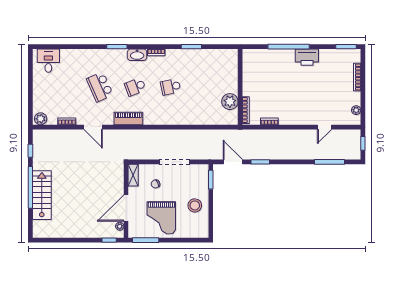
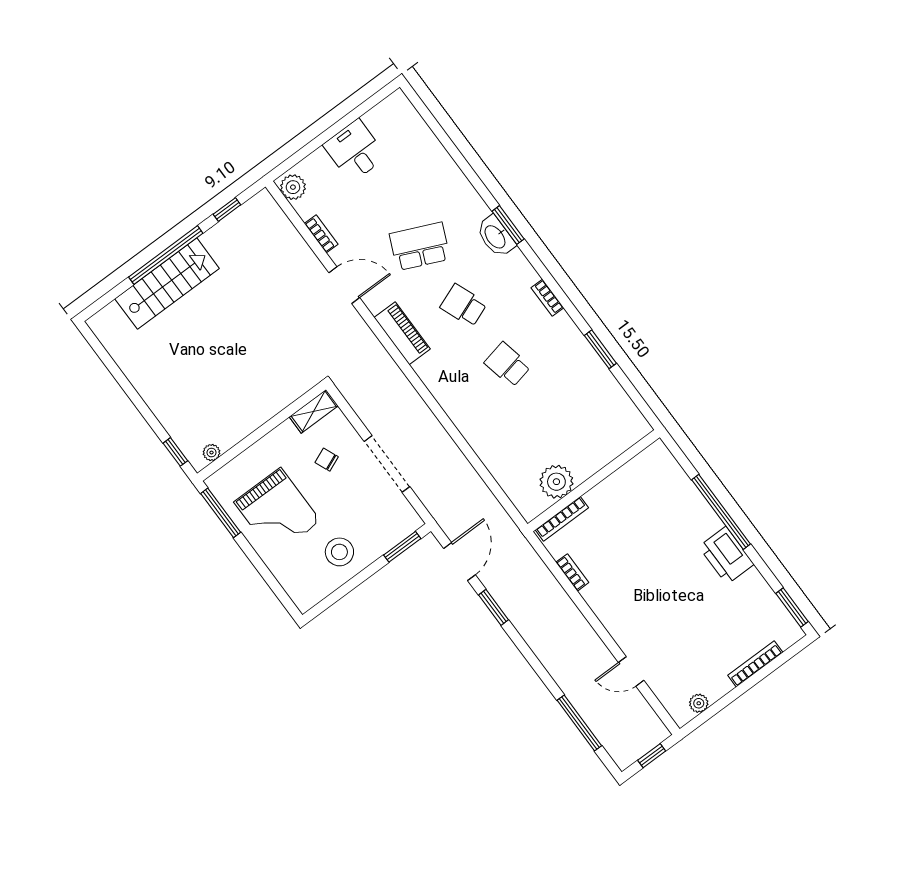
washbasin: (137, 55) -> (496, 236), moved
desk: (48, 61) -> (355, 151), moved, turned -90
school desk: (100, 87) -> (420, 246), turned 48
door: (93, 127) -> (344, 285), swing flipped
door: (126, 208) -> (250, 440), removed
grand piano: (161, 218) -> (277, 512), turned -90

